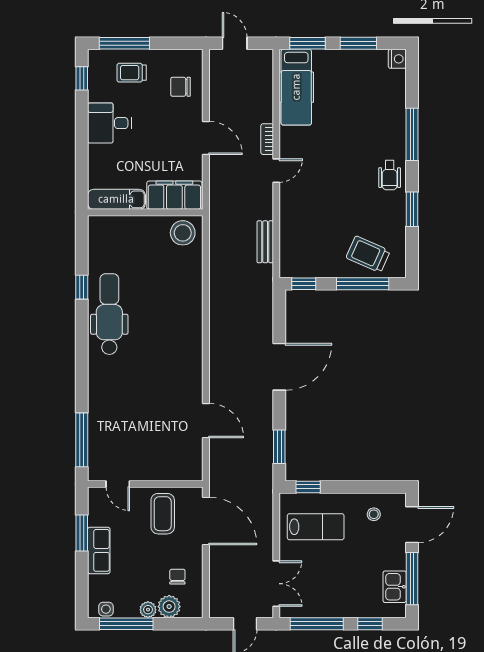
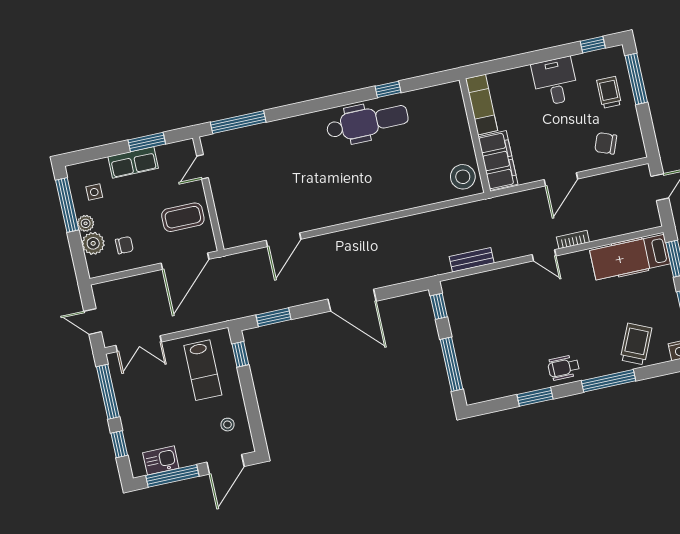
chair: (180, 87) -> (606, 143), turned -69
trolley: (368, 254) -> (636, 344), moved
door: (412, 525) -> (226, 464), hinge flipped
side table: (106, 609) -> (94, 192), moved

